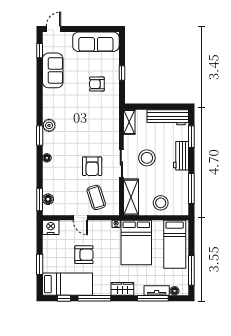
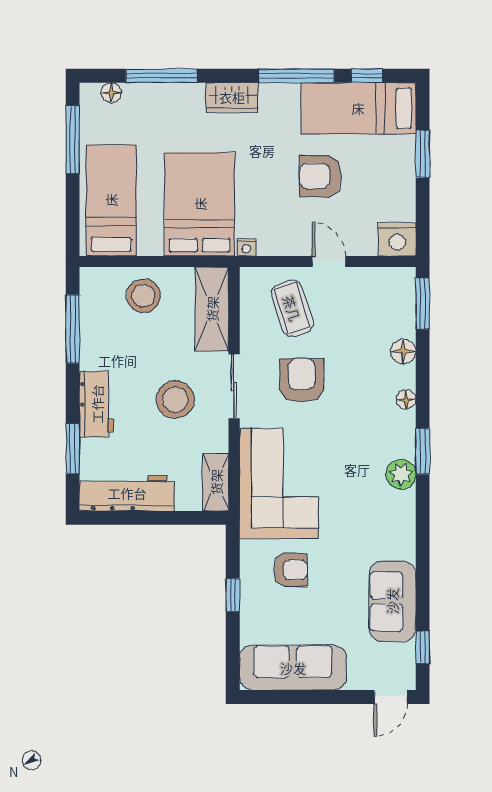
corner sofa: (102, 121) -> (279, 484), added
floor lamp: (48, 199) -> (403, 352), moved
tv unit: (157, 291) -> (153, 94), removed

